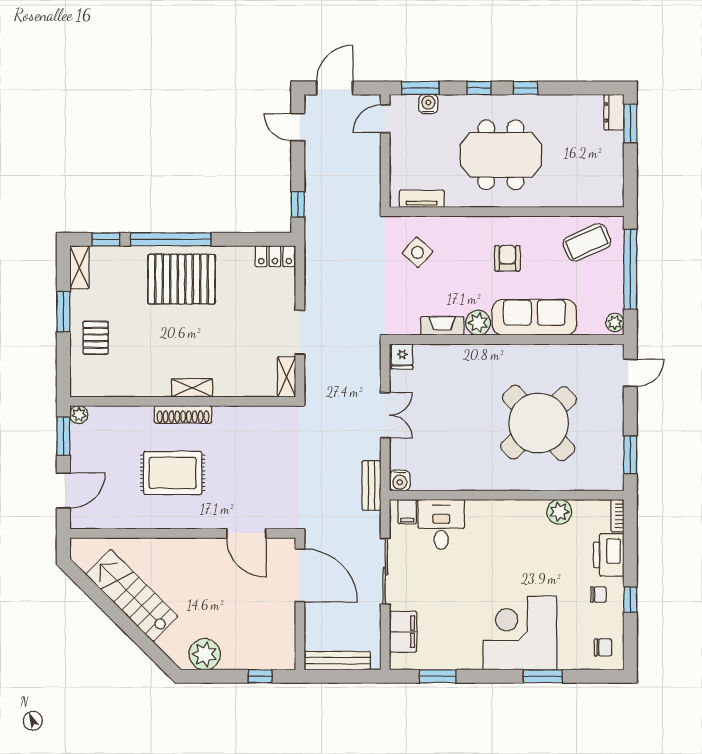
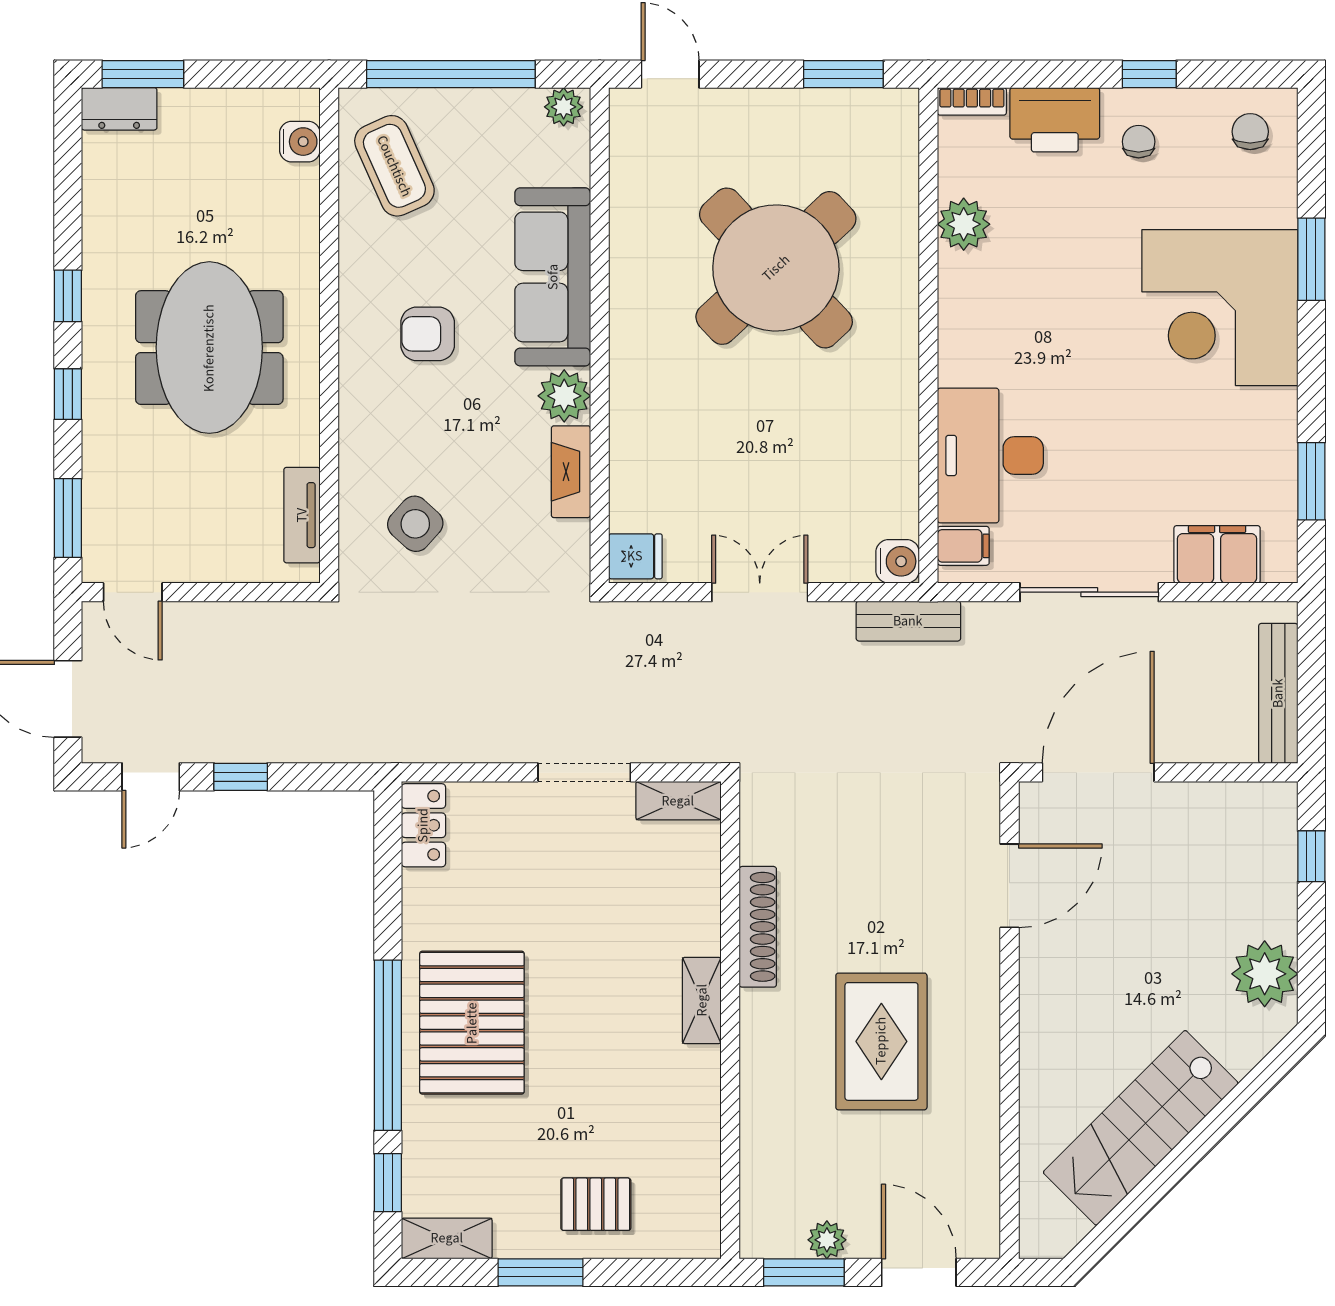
water cooler: (428, 104) -> (300, 142), moved, turned 180
window: (298, 204) -> (241, 777), moved
shoe rack: (183, 414) -> (758, 927), moved
plant: (79, 415) -> (827, 1240), moved
desk: (441, 524) -> (990, 455), width x1.37

